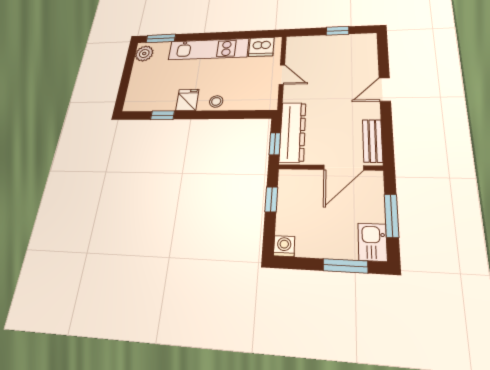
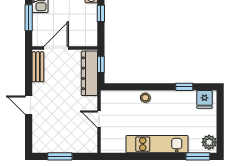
window: (338, 31) -> (60, 156), width x1.50
dishwasher: (261, 47) -> (116, 144), removed
door: (385, 89) -> (29, 105), swing flipped
fridge: (187, 100) -> (204, 99), moved
window: (271, 199) -> (101, 13), moved

